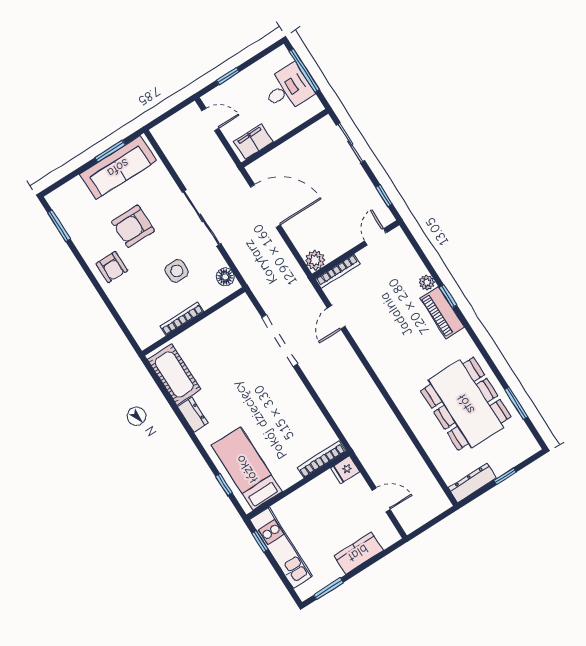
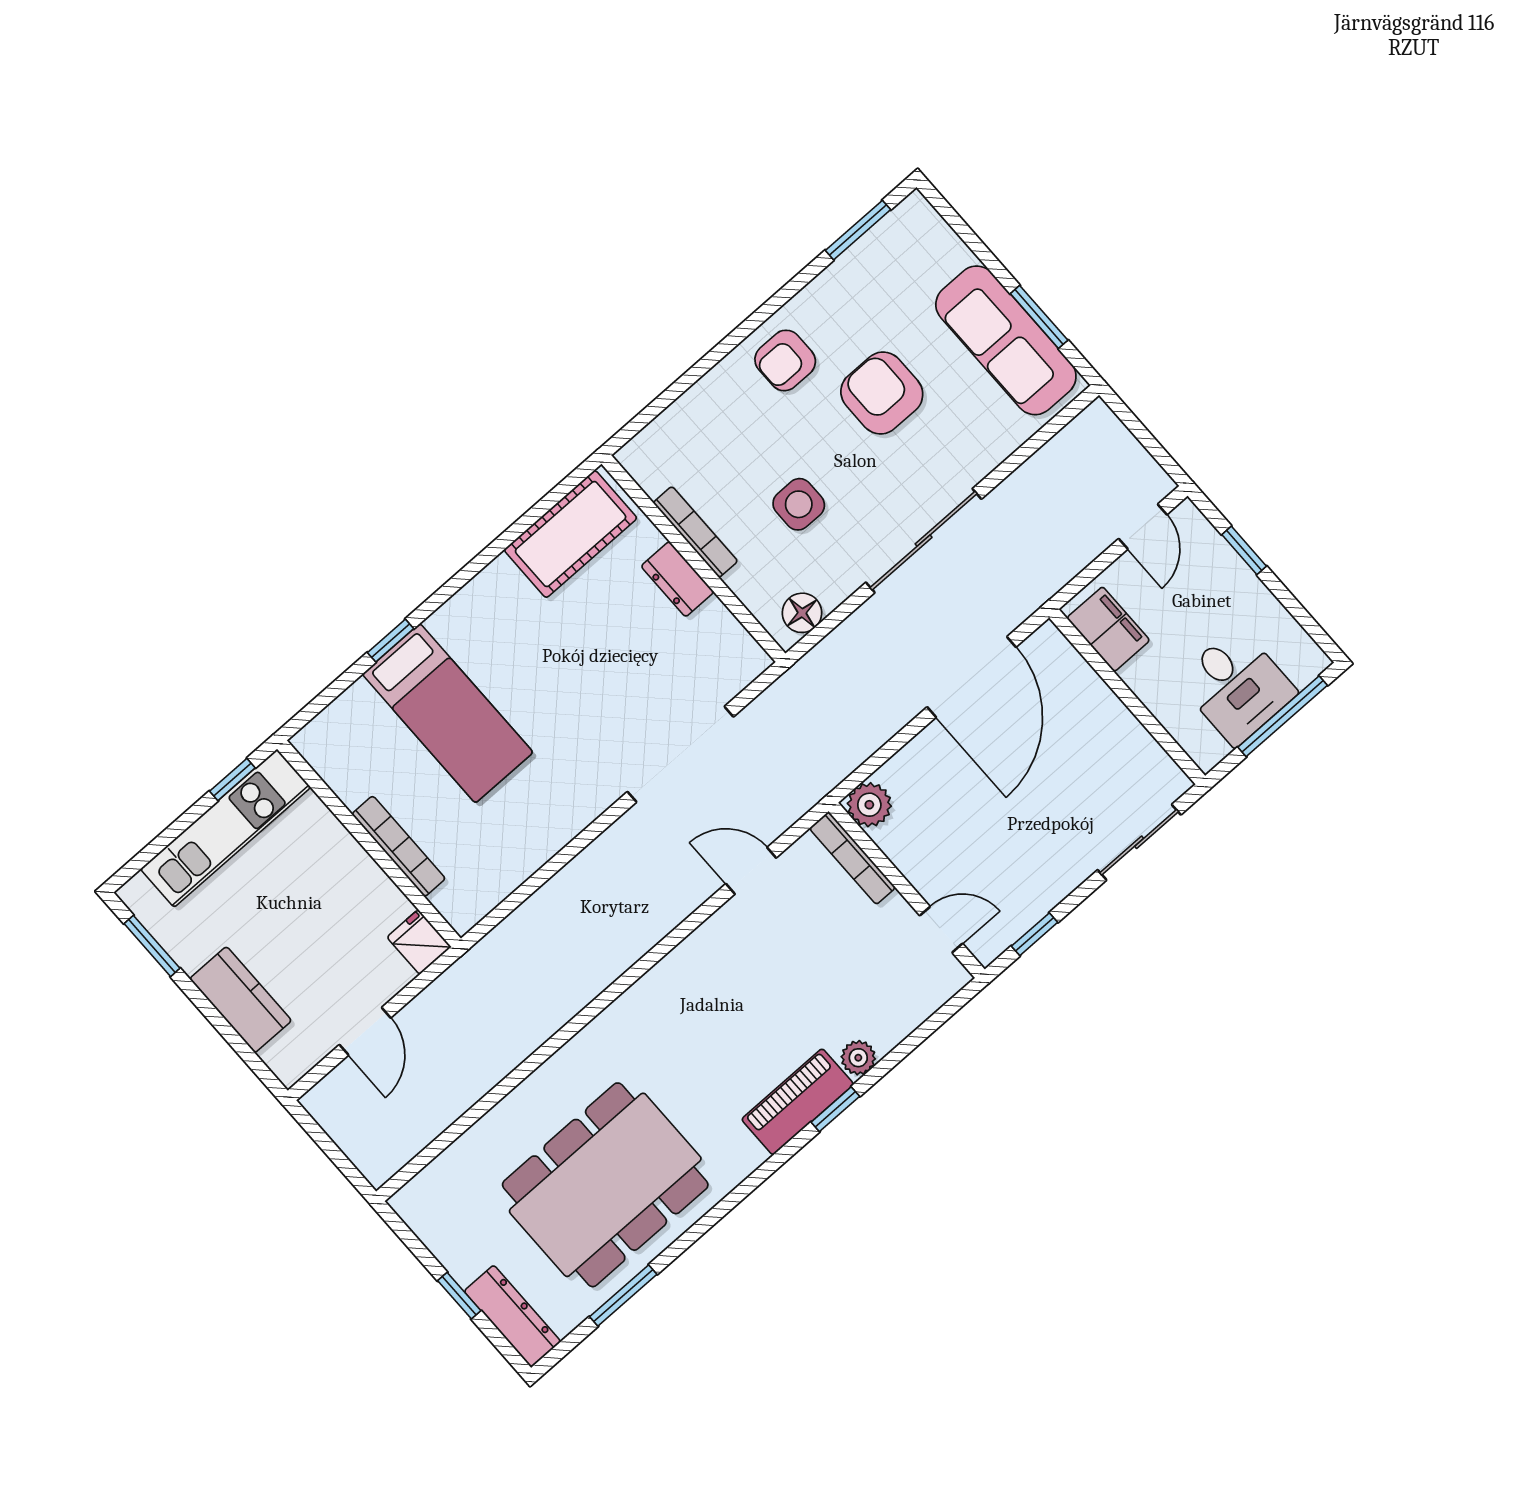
dresser: (193, 415) -> (677, 579), moved, turned 90
bookcase: (321, 459) -> (399, 846), moved
bed: (247, 469) -> (448, 713), moved, turned 90
dresser: (472, 483) -> (512, 1316), moved
window: (224, 485) -> (391, 641), moved

